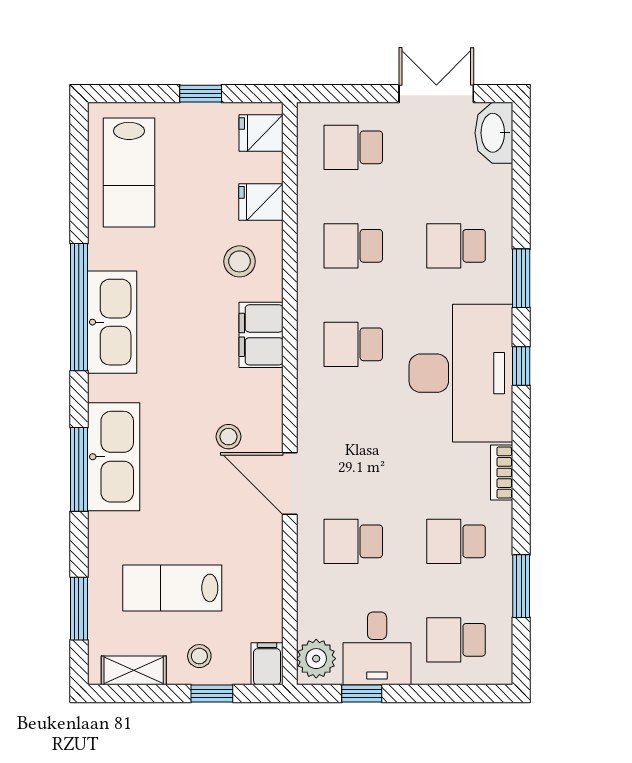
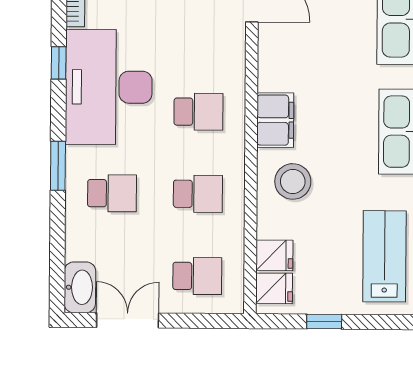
double door: (436, 94) -> (128, 320), swing flipped
fridge: (261, 202) -> (274, 255), moved
stool: (239, 261) -> (293, 181), width x1.38, depth x1.38
window: (521, 366) -> (59, 63), moved
stool: (229, 437) -> (303, 35), removed

